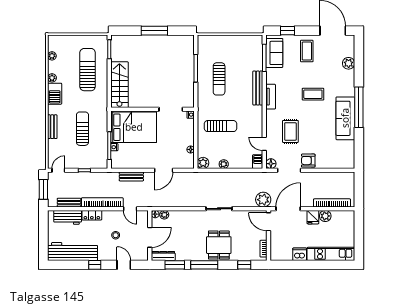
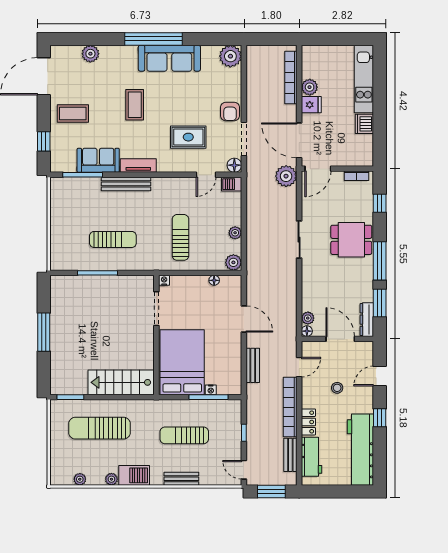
sofa: (274, 53) -> (98, 160), moved
plant: (347, 161) -> (230, 56), added

